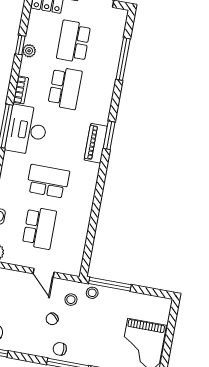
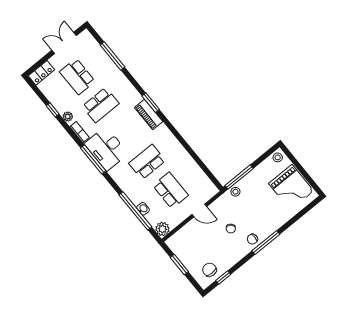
plant: (29, 51) -> (68, 116), moved
school desk: (65, 88) -> (101, 105), turned 90
stool: (71, 300) -> (278, 157), moved

